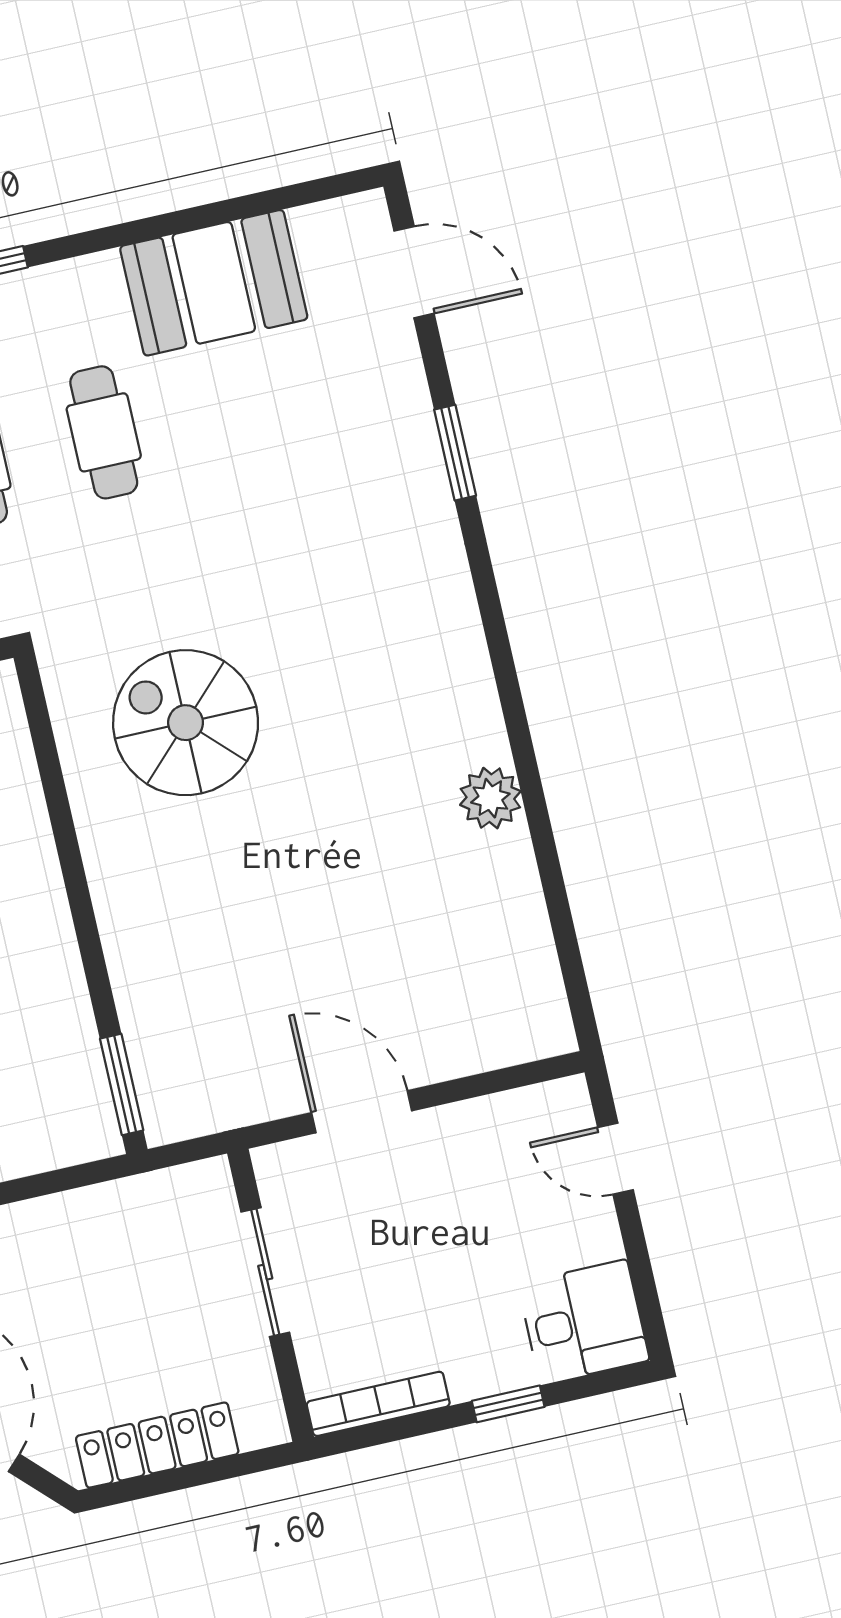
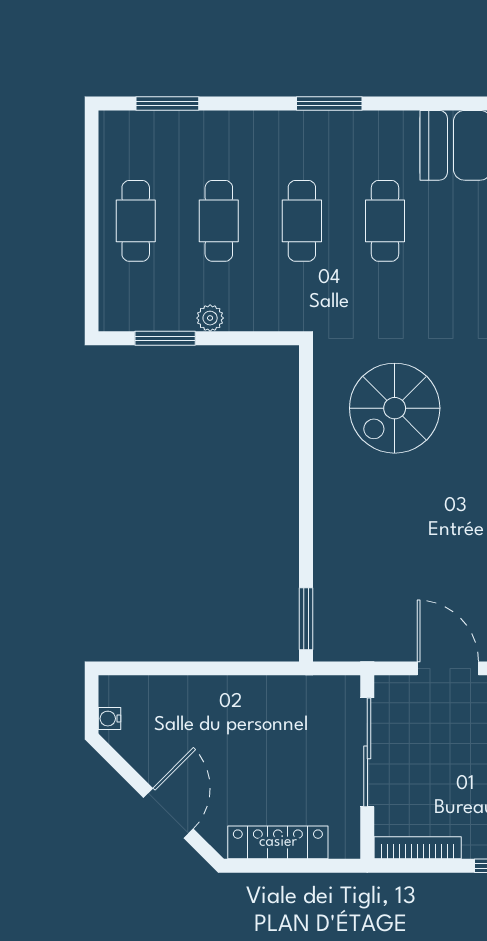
spiral stairs: (186, 723) -> (395, 408), turned -90
sliding door: (265, 1272) -> (367, 752), width x1.37

